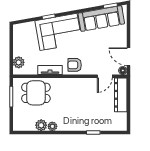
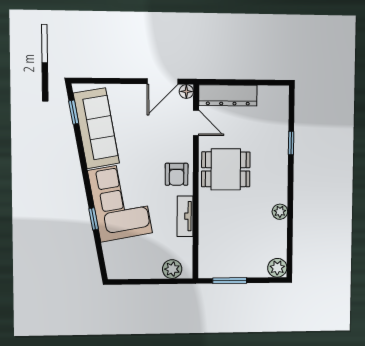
dining table: (36, 93) -> (226, 169), moved, turned 90
plant: (41, 125) -> (277, 268), moved

